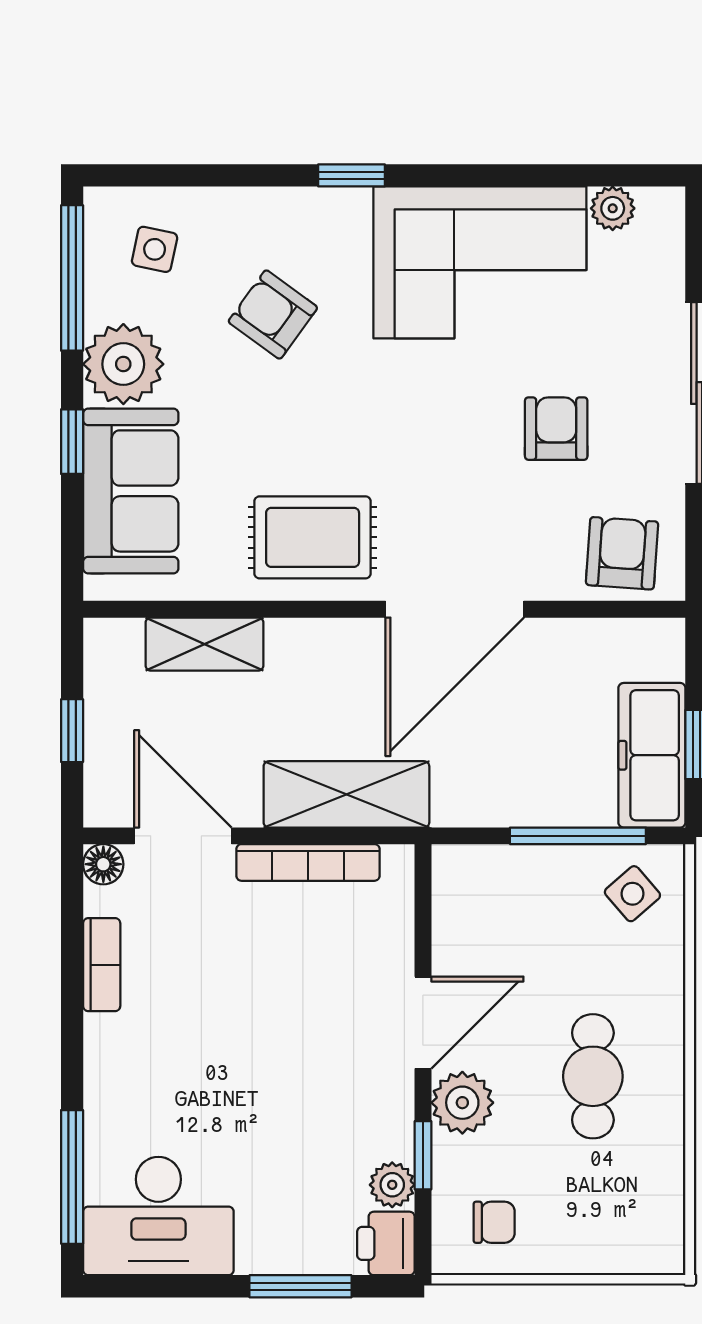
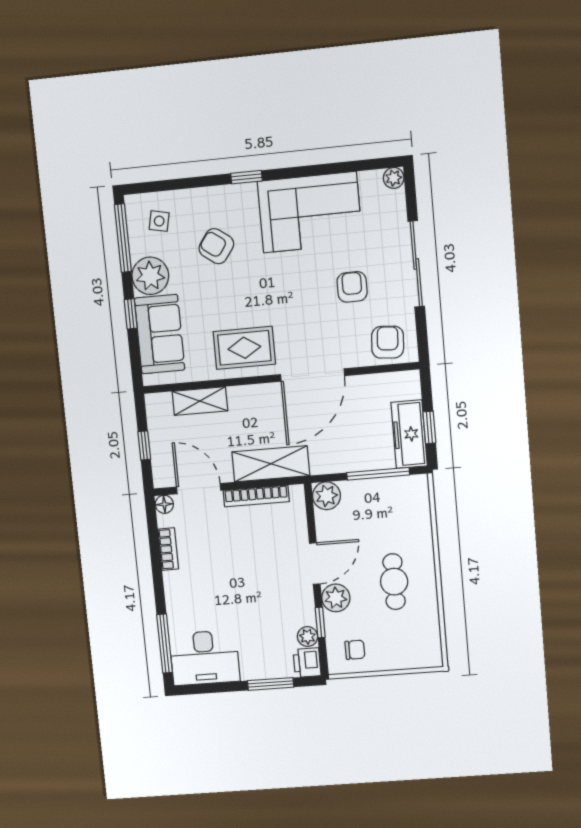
plant: (613, 208) -> (394, 178), moved
plant: (462, 875) -> (327, 496), added
side table: (632, 894) -> (405, 498), removed

